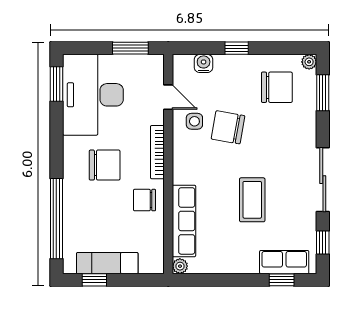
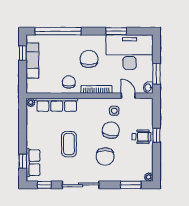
washbasin: (154, 62) -> (148, 88), added
water cooler: (204, 63) -> (148, 116), removed
wheelchair: (239, 74) -> (141, 137), added
window: (56, 84) -> (116, 31), moved
chair: (277, 87) -> (105, 157), moved
door: (168, 97) -> (128, 96), swing flipped
chair: (105, 165) -> (89, 59), turned 180
coffee table: (252, 200) -> (69, 144), turned 90

